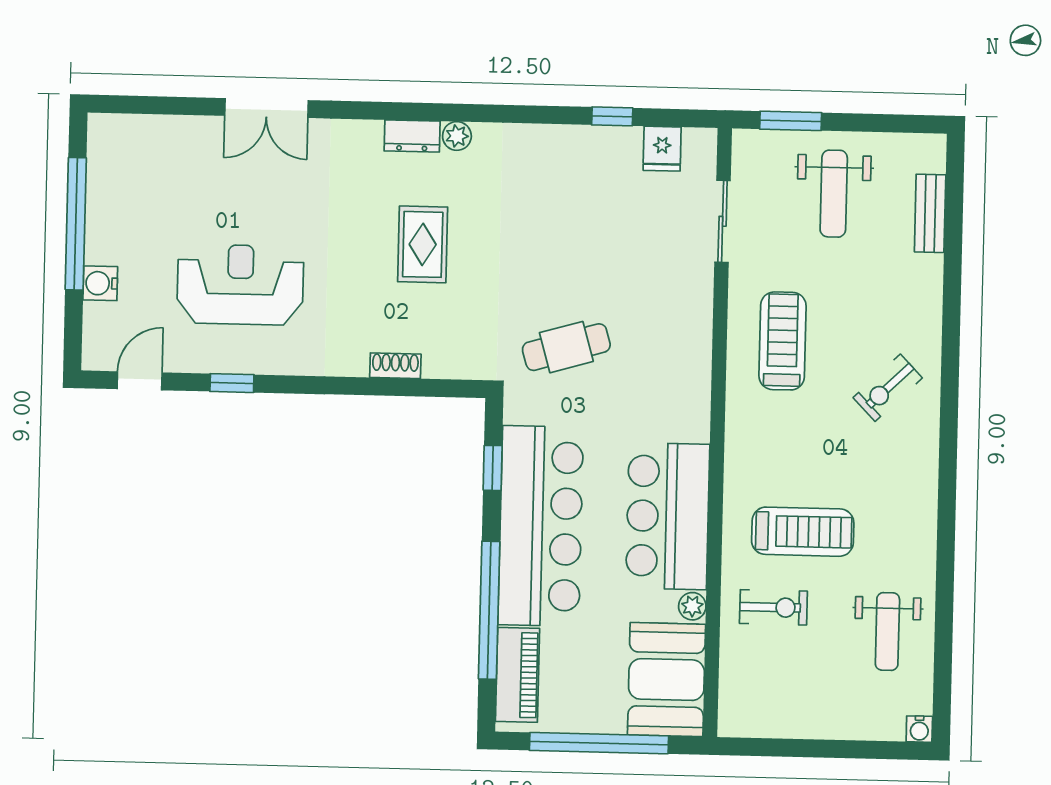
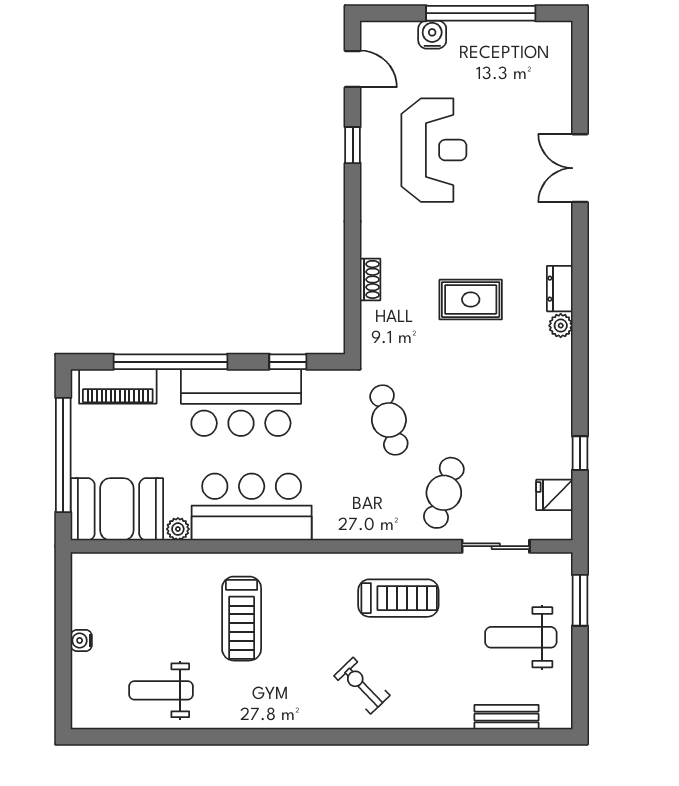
cafe table: (656, 283) -> (444, 493), added
bar counter: (541, 526) -> (241, 402), width x0.73
exercise bike: (773, 607) -> (179, 596), removed
water cooler: (919, 729) -> (81, 641), moved

